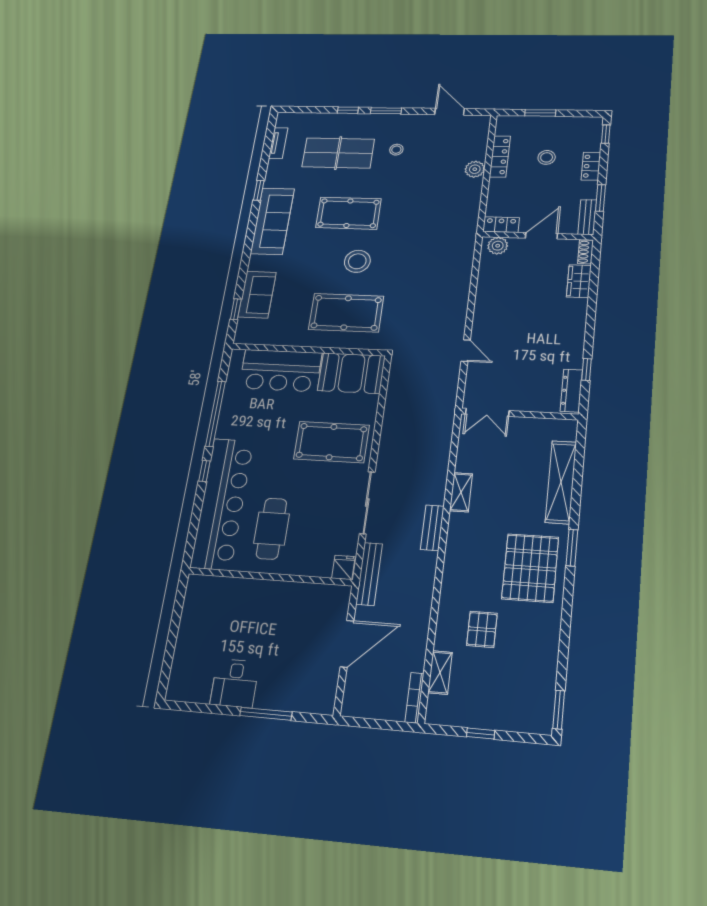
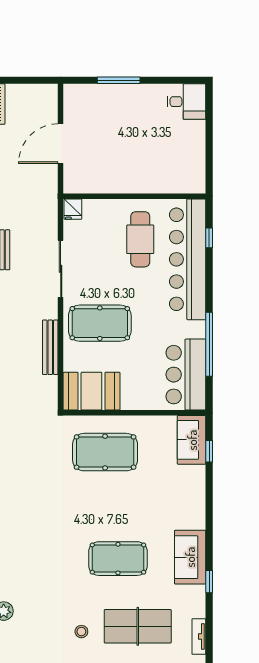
sofa: (272, 221) -> (190, 557), width x0.73
stool: (357, 261) -> (102, 507), removed
sofa: (257, 295) -> (192, 440), moved
bar counter: (280, 370) -> (186, 375), moved, turned -90
window: (204, 471) -> (209, 238), moved
bench: (369, 574) -> (50, 347), moved
desk: (235, 683) -> (186, 102), moved, turned 90

